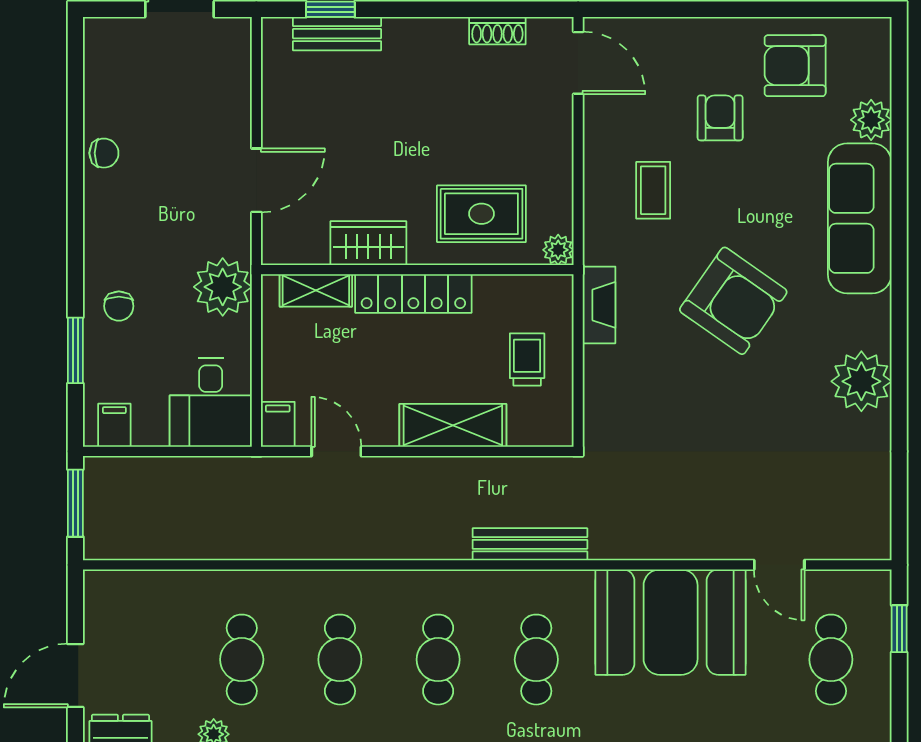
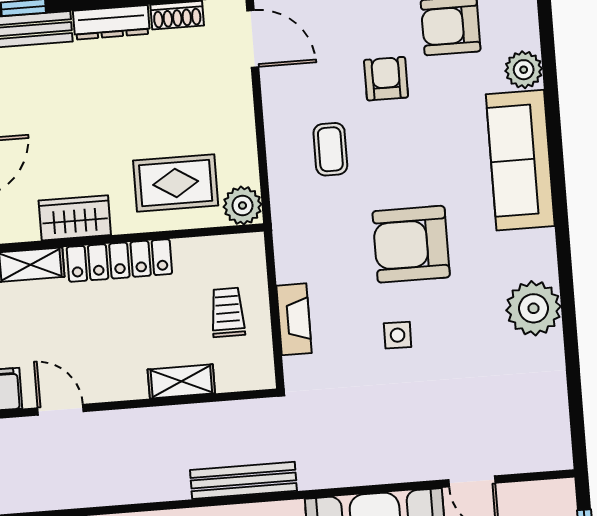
dresser: (425, 33) -> (111, 22), added
plant: (558, 250) -> (242, 206), width x1.38, depth x1.38
armchair: (733, 301) -> (411, 244), turned 145
fireplace: (599, 305) -> (294, 319), moved
side table: (711, 399) -> (398, 335), added
shelving: (453, 425) -> (181, 381), width x0.67, depth x0.75

